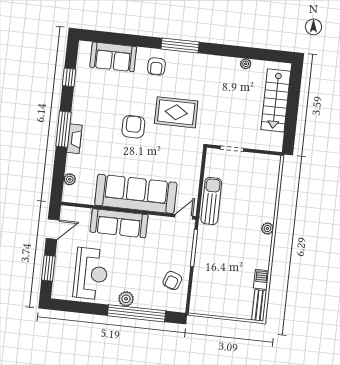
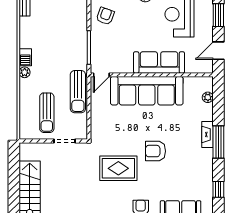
armchair: (133, 127) -> (156, 151), turned 90
sun lounger: (248, 182) -> (47, 113), added
barbecue: (261, 279) -> (25, 57), moved

